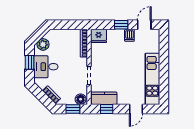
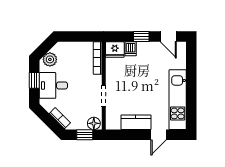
door: (144, 25) -> (168, 36), swing flipped
dishwasher: (129, 35) -> (131, 49), moved
kitchen counter: (104, 98) -> (136, 122), moved
window: (107, 109) -> (124, 135), removed

